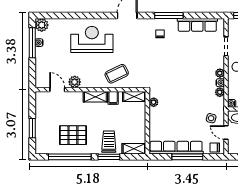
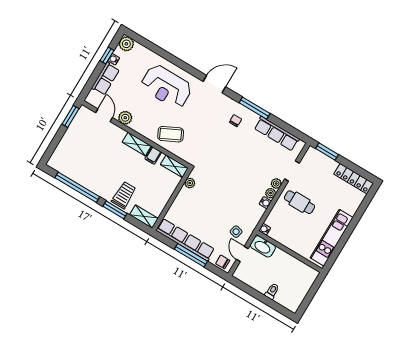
reception desk: (92, 39) -> (166, 87), turned 180
window: (32, 43) -> (107, 55), width x0.46
row of seats: (42, 61) -> (105, 79), added
plant: (220, 92) -> (276, 184), moved
window: (32, 128) -> (71, 116), moved
pallet: (73, 135) -> (93, 168), removed

